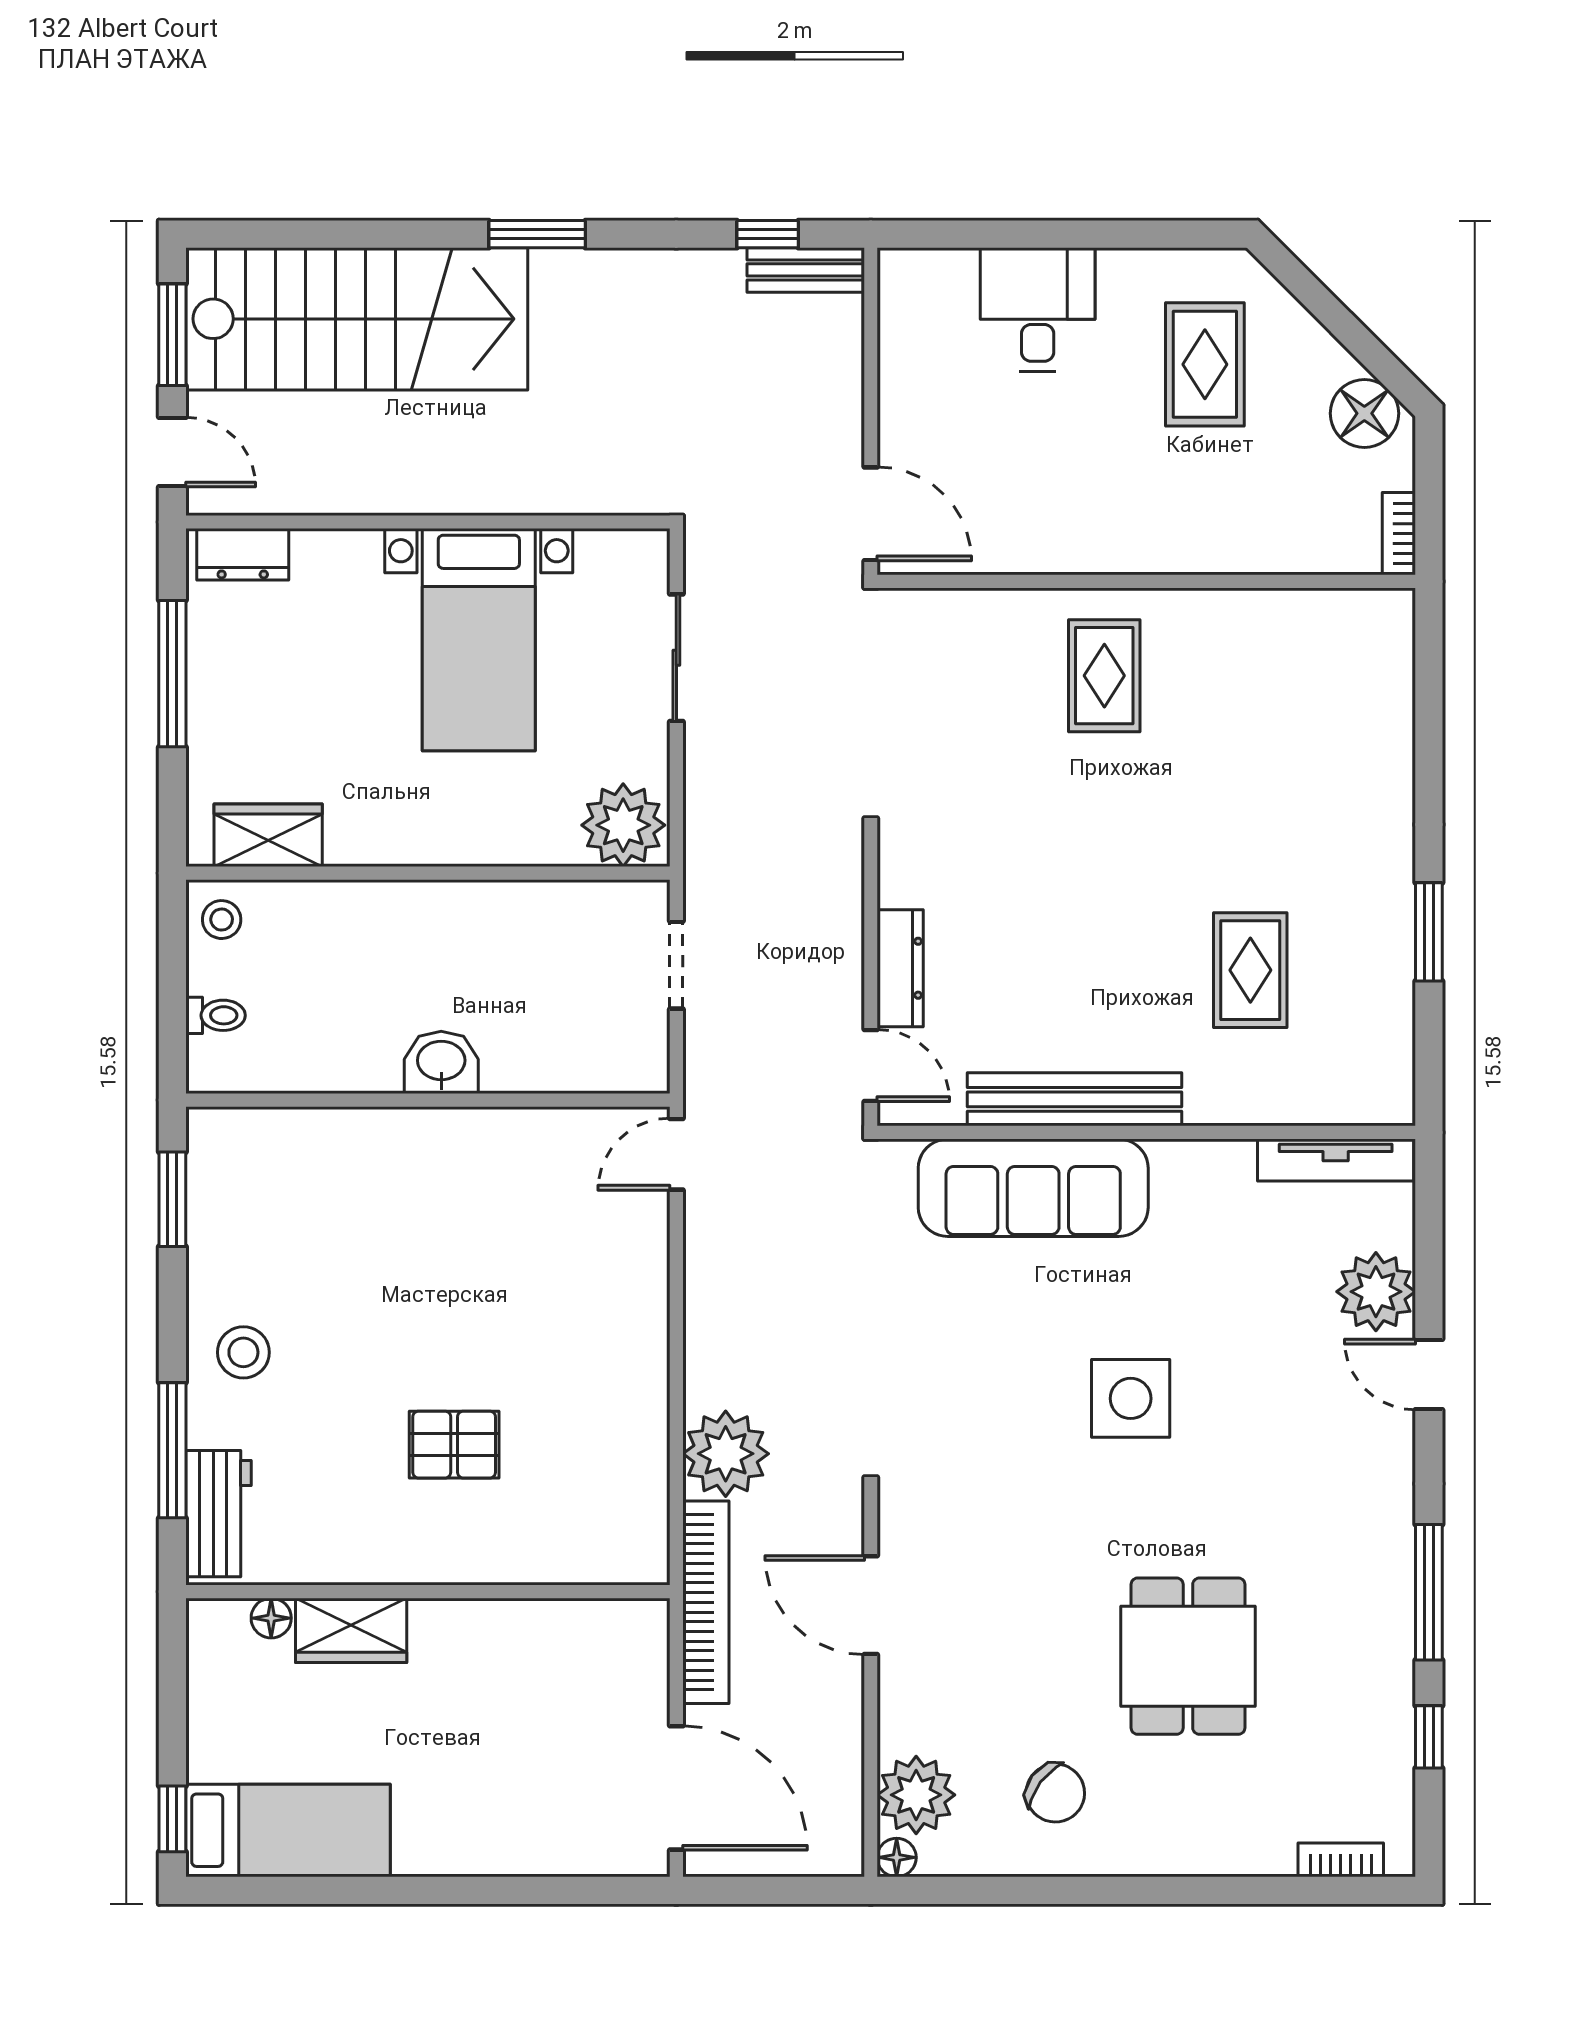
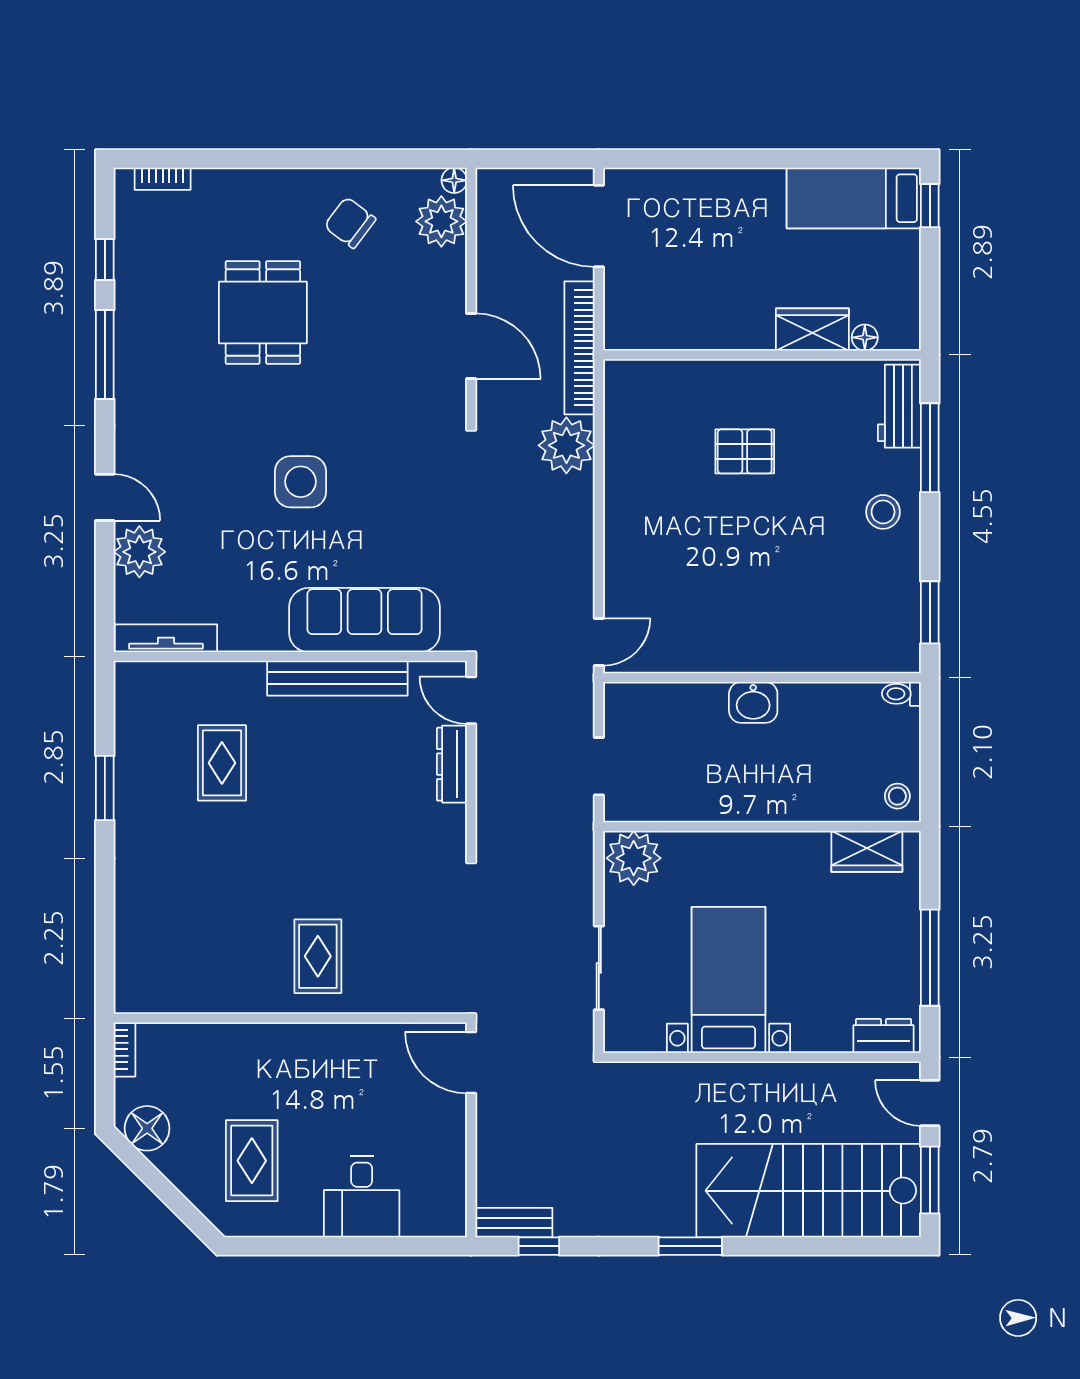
toilet: (215, 1015) -> (901, 694), moved

